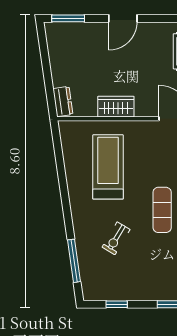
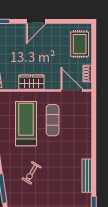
exercise mat: (162, 210) -> (53, 120), moved

